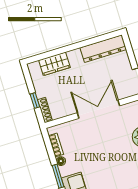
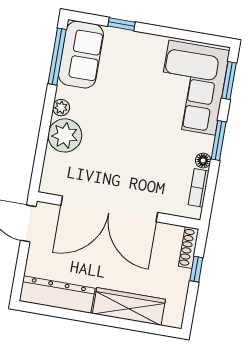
wardrobe: (54, 64) -> (129, 307), width x1.50
double door: (98, 109) -> (109, 209), width x1.36

